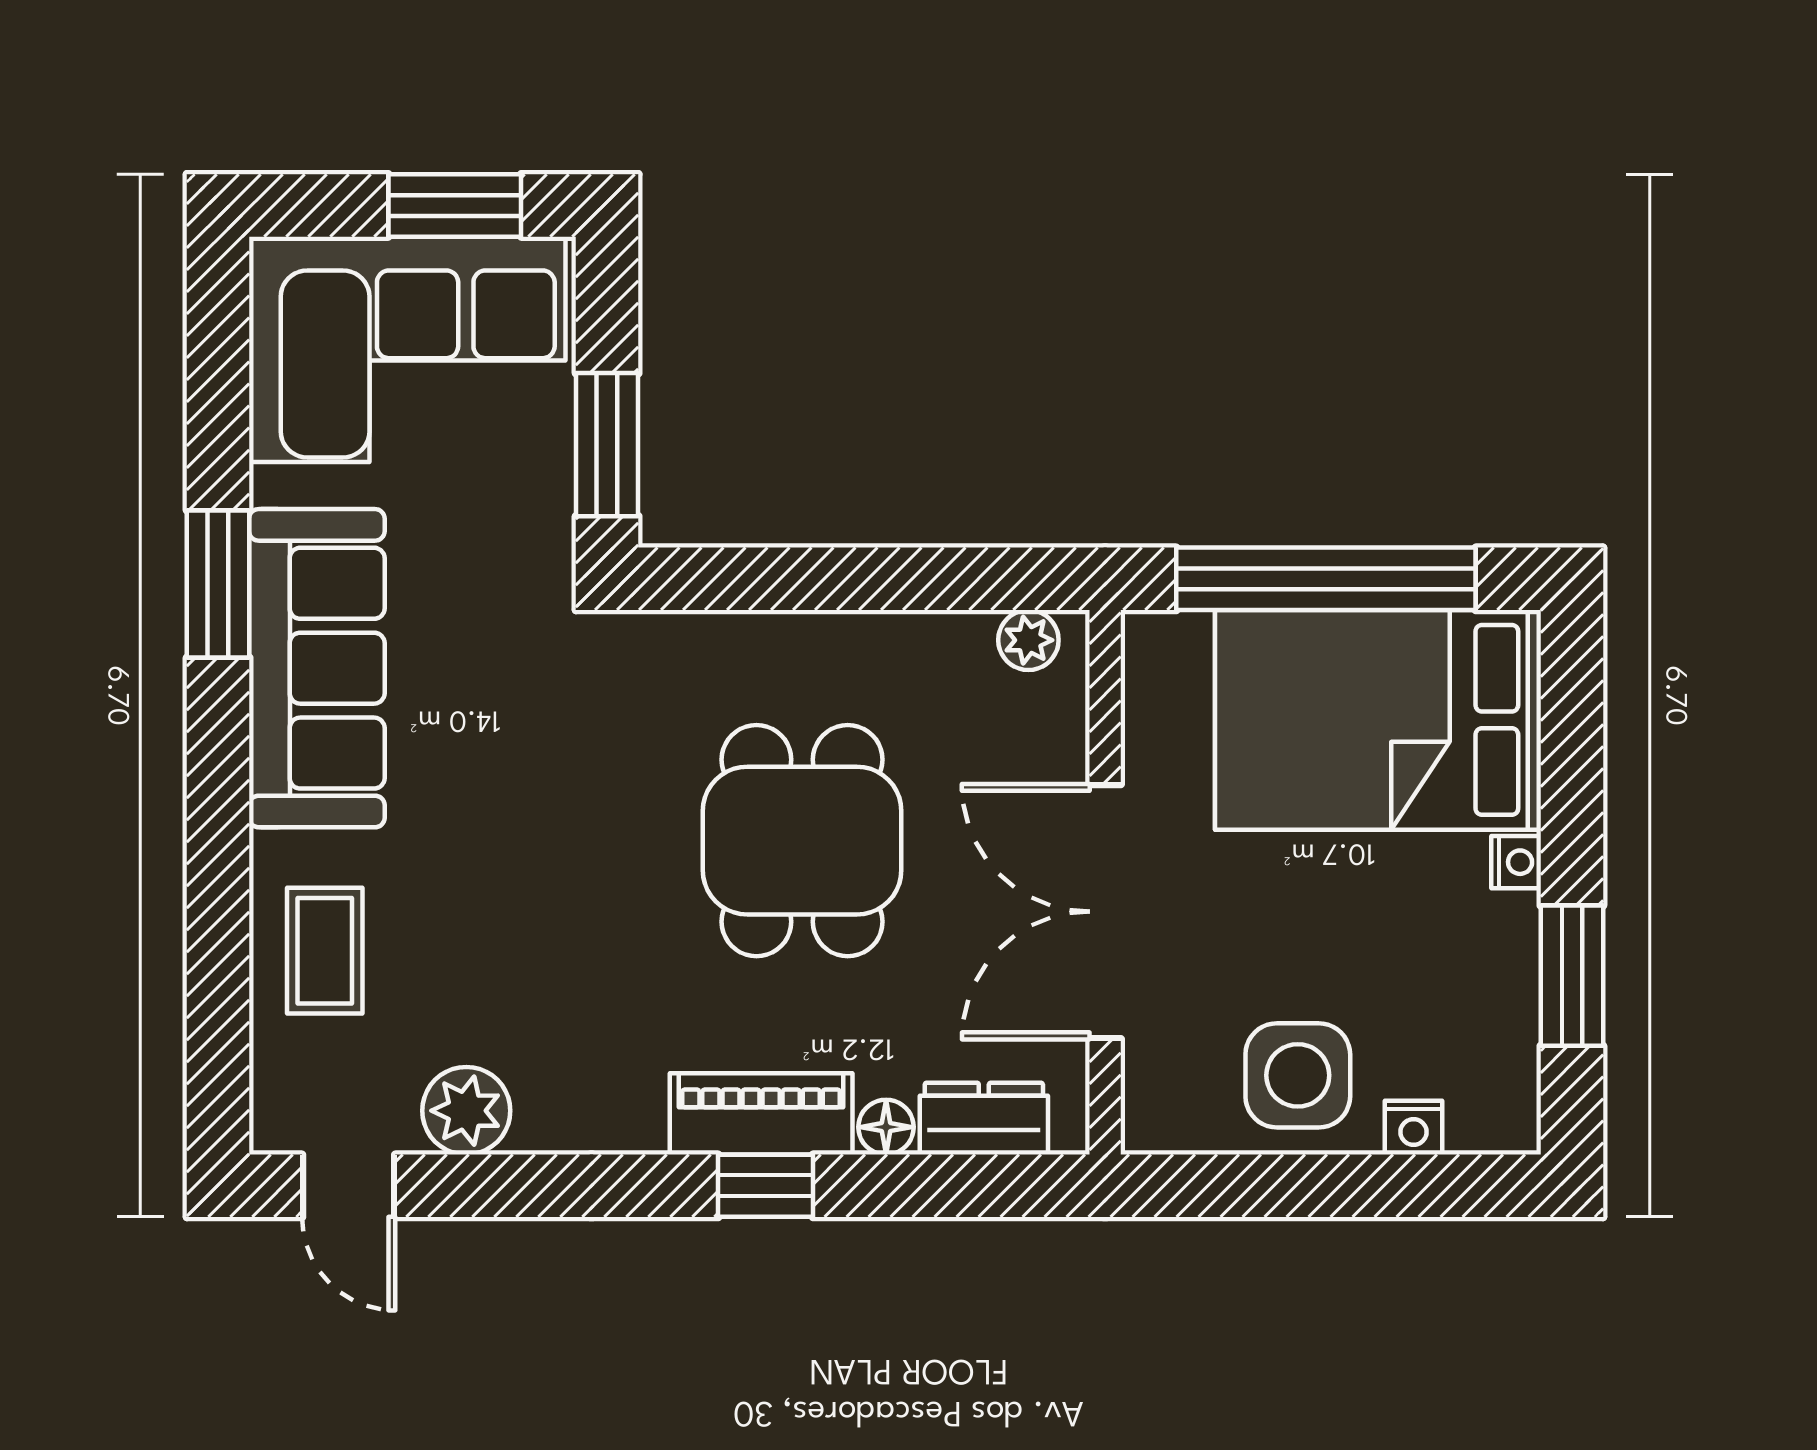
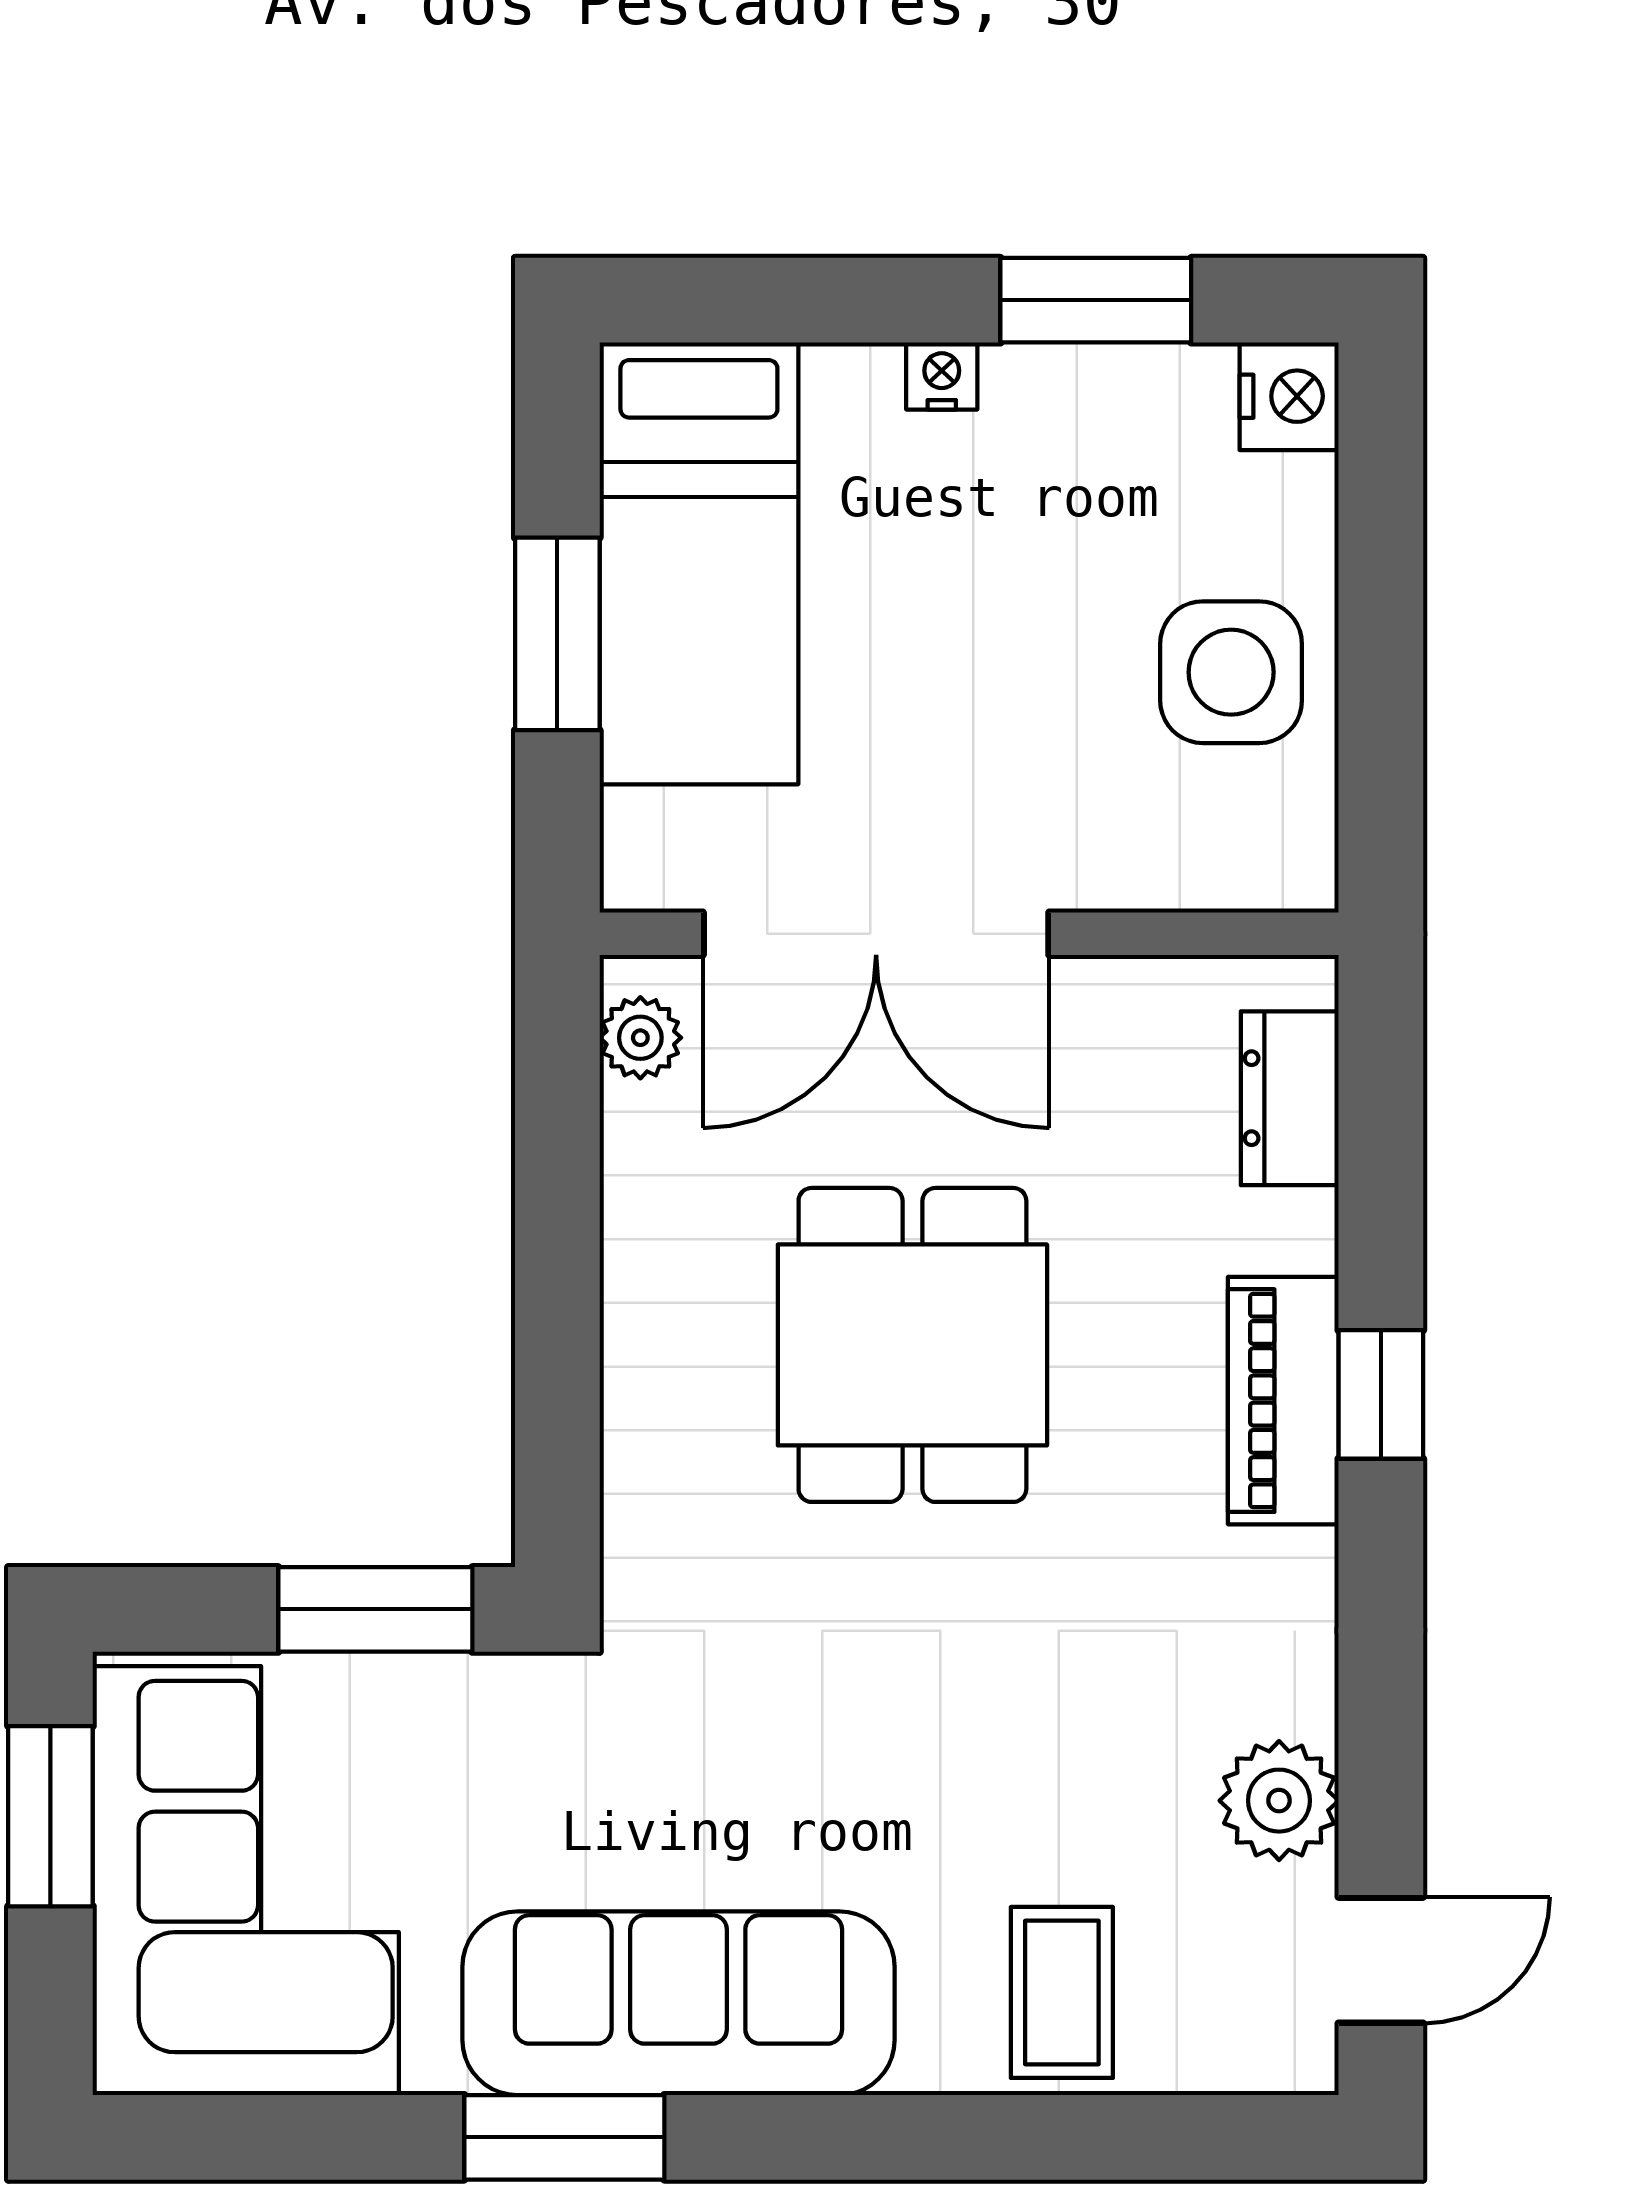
window: (1326, 579) -> (557, 634), width x0.47
bed: (1378, 720) -> (699, 563), width x0.67
dining table: (802, 841) -> (912, 1345), turned 90
double door: (1105, 912) -> (876, 934), moved
coffee table: (325, 951) -> (1062, 1992), turned 90
floor lamp: (886, 1127) -> (1301, 1231), removed
nightstand: (1414, 1128) -> (1289, 396), moved, width x1.39, depth x1.35

